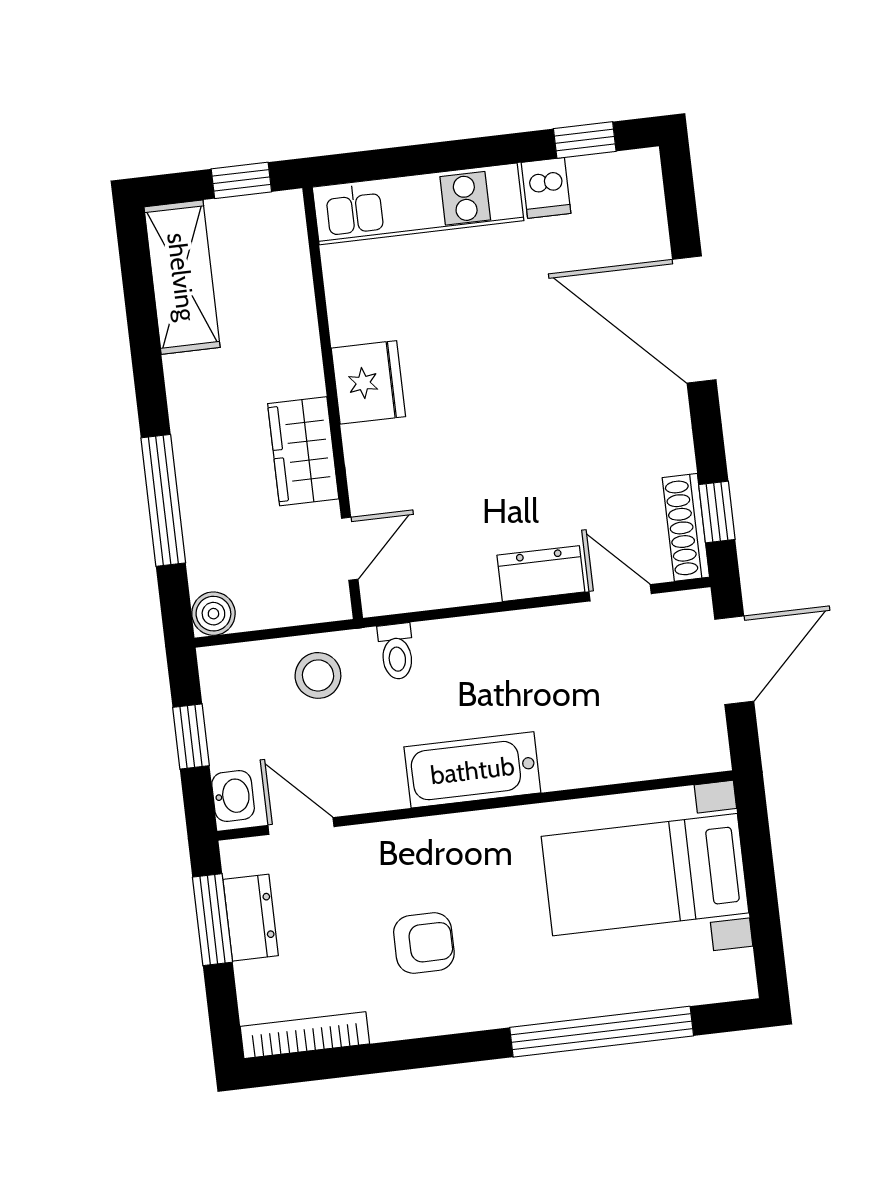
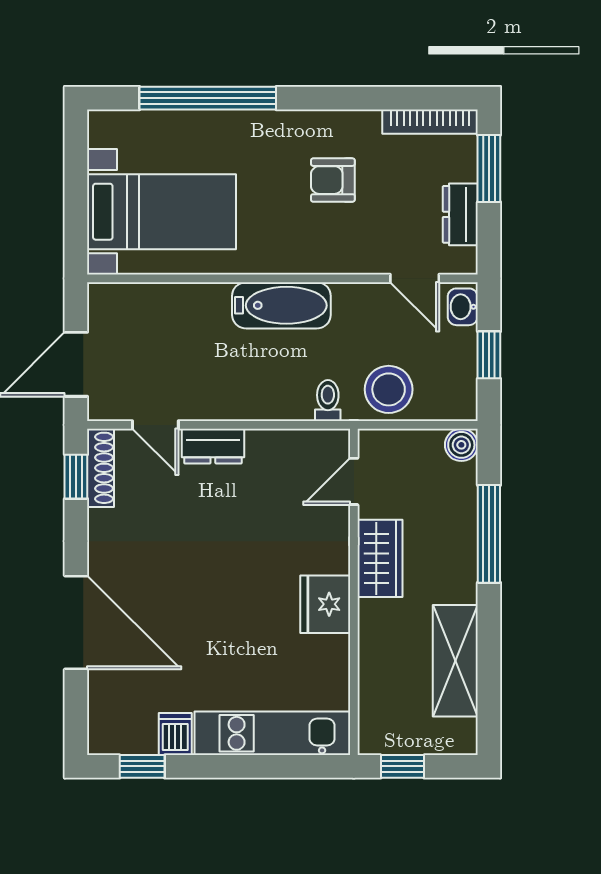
shelving: (182, 277) -> (455, 661), moved
stool: (318, 675) -> (389, 389), width x1.38, depth x1.38
window: (213, 920) -> (489, 168), moved

